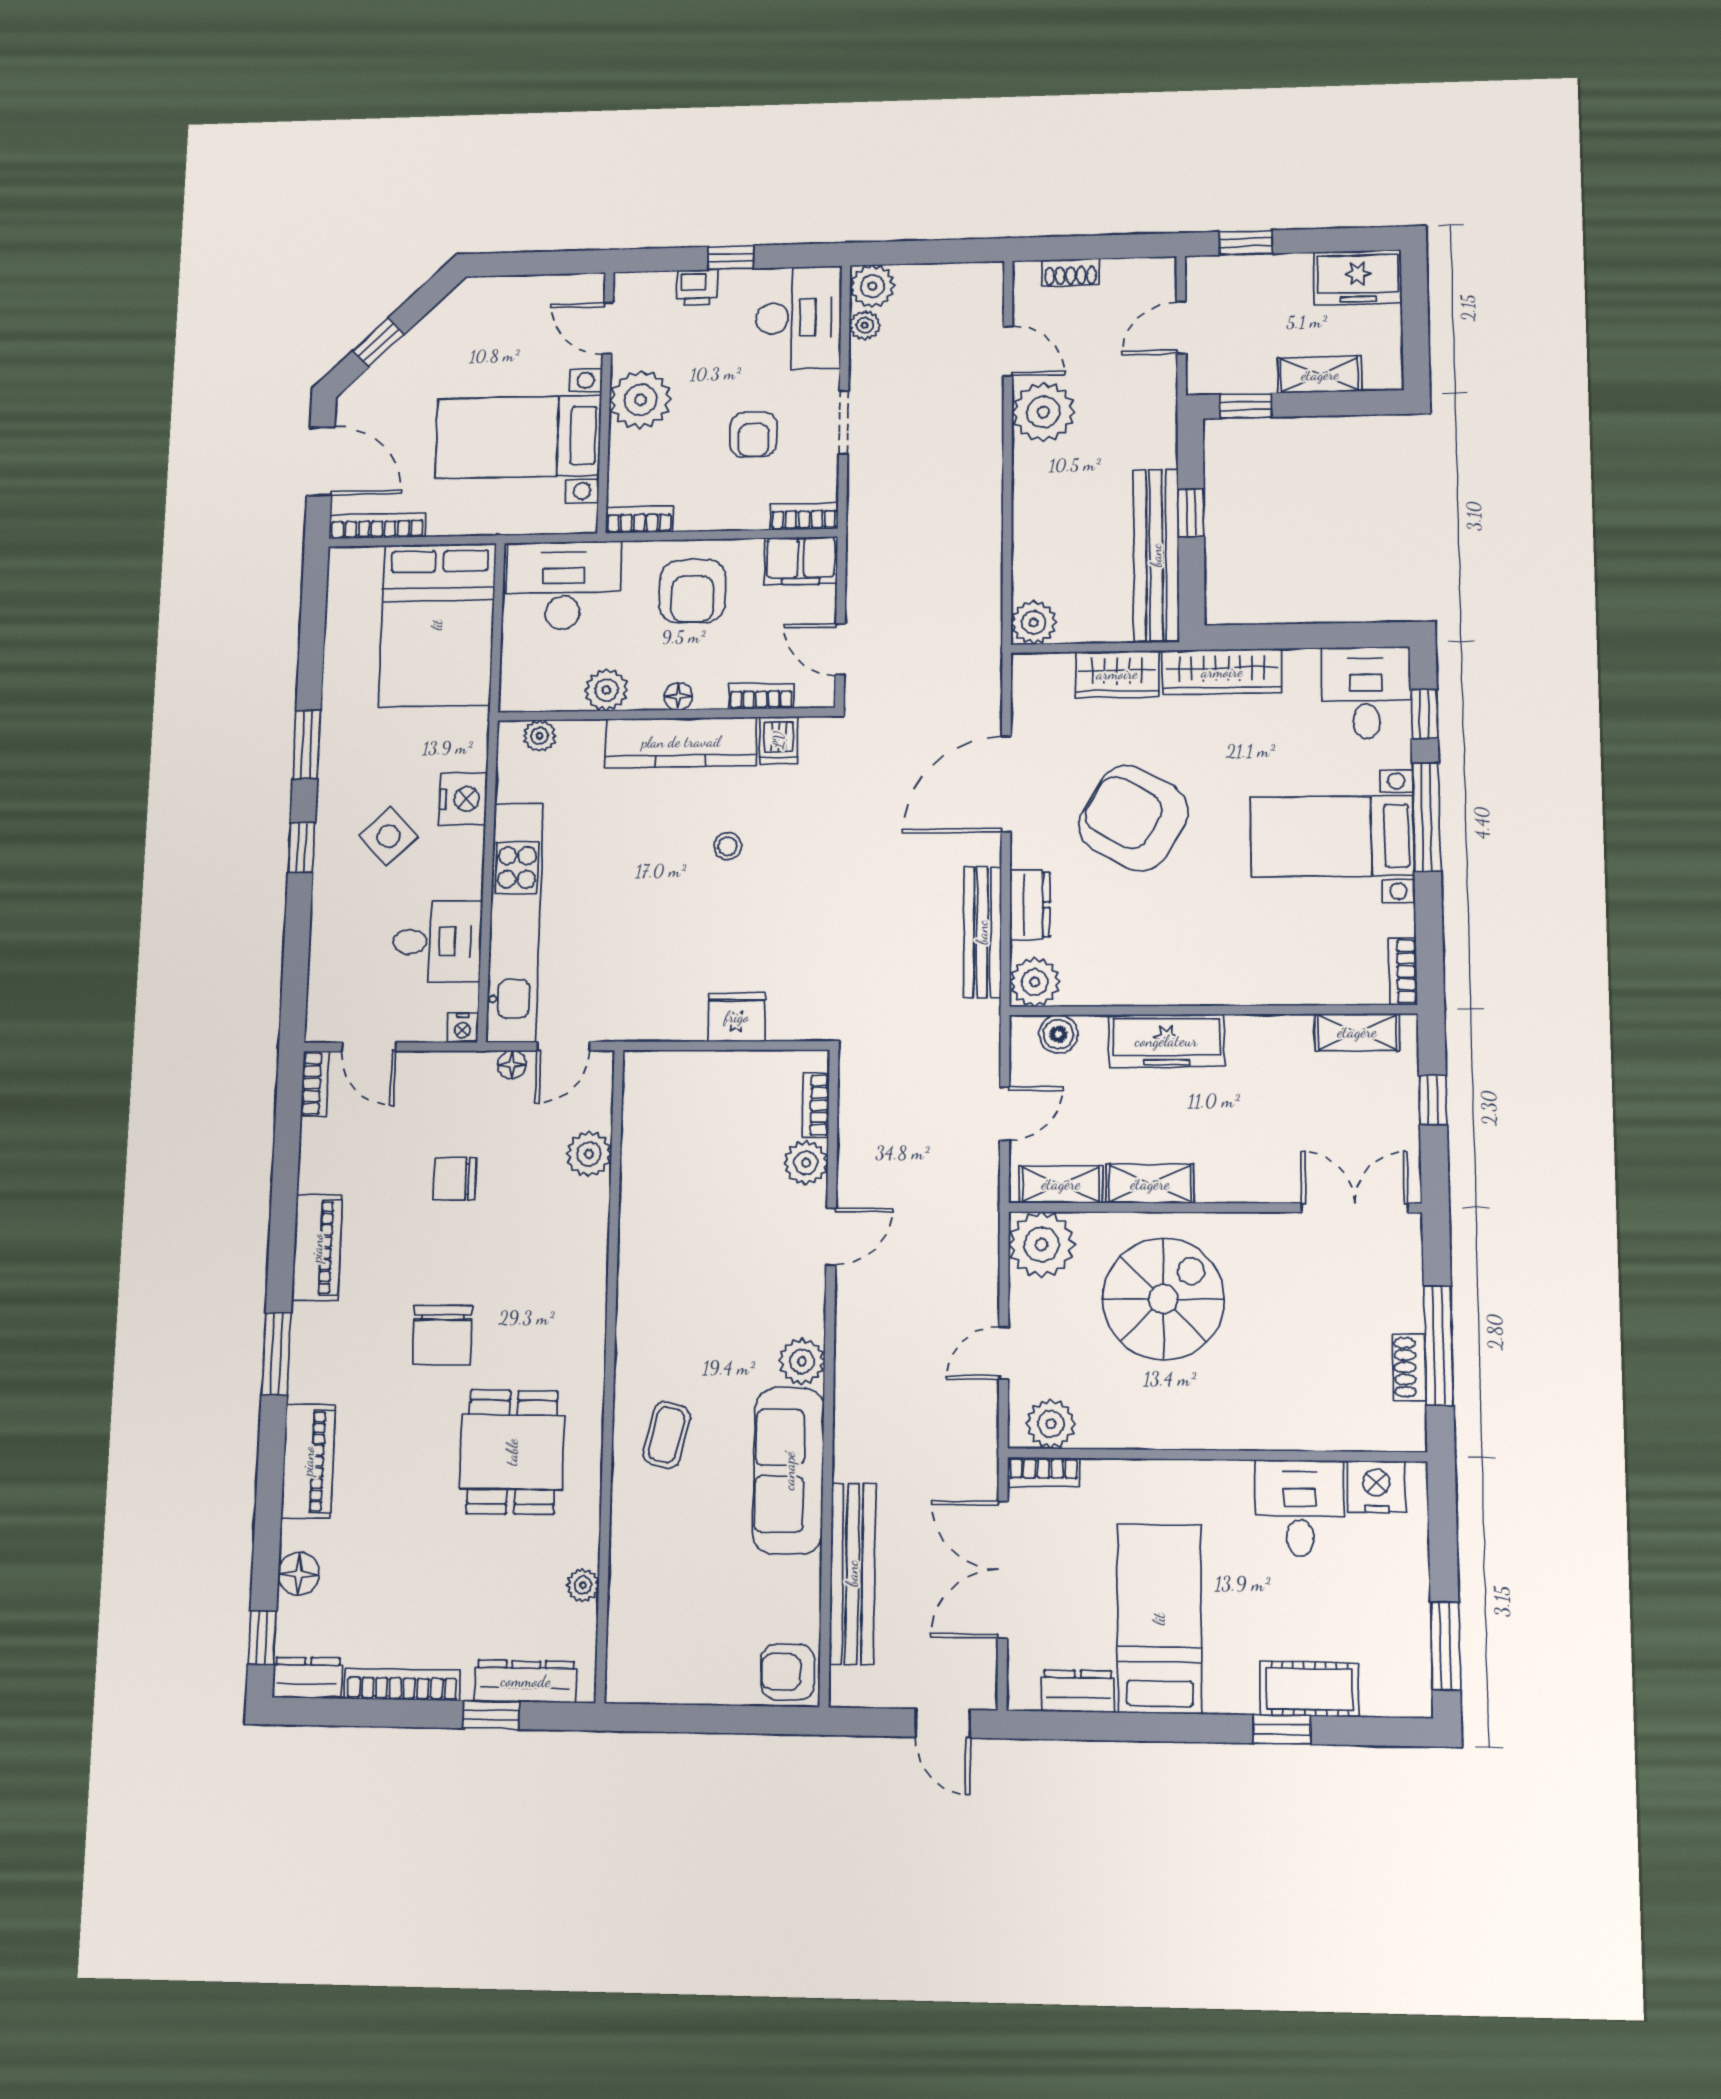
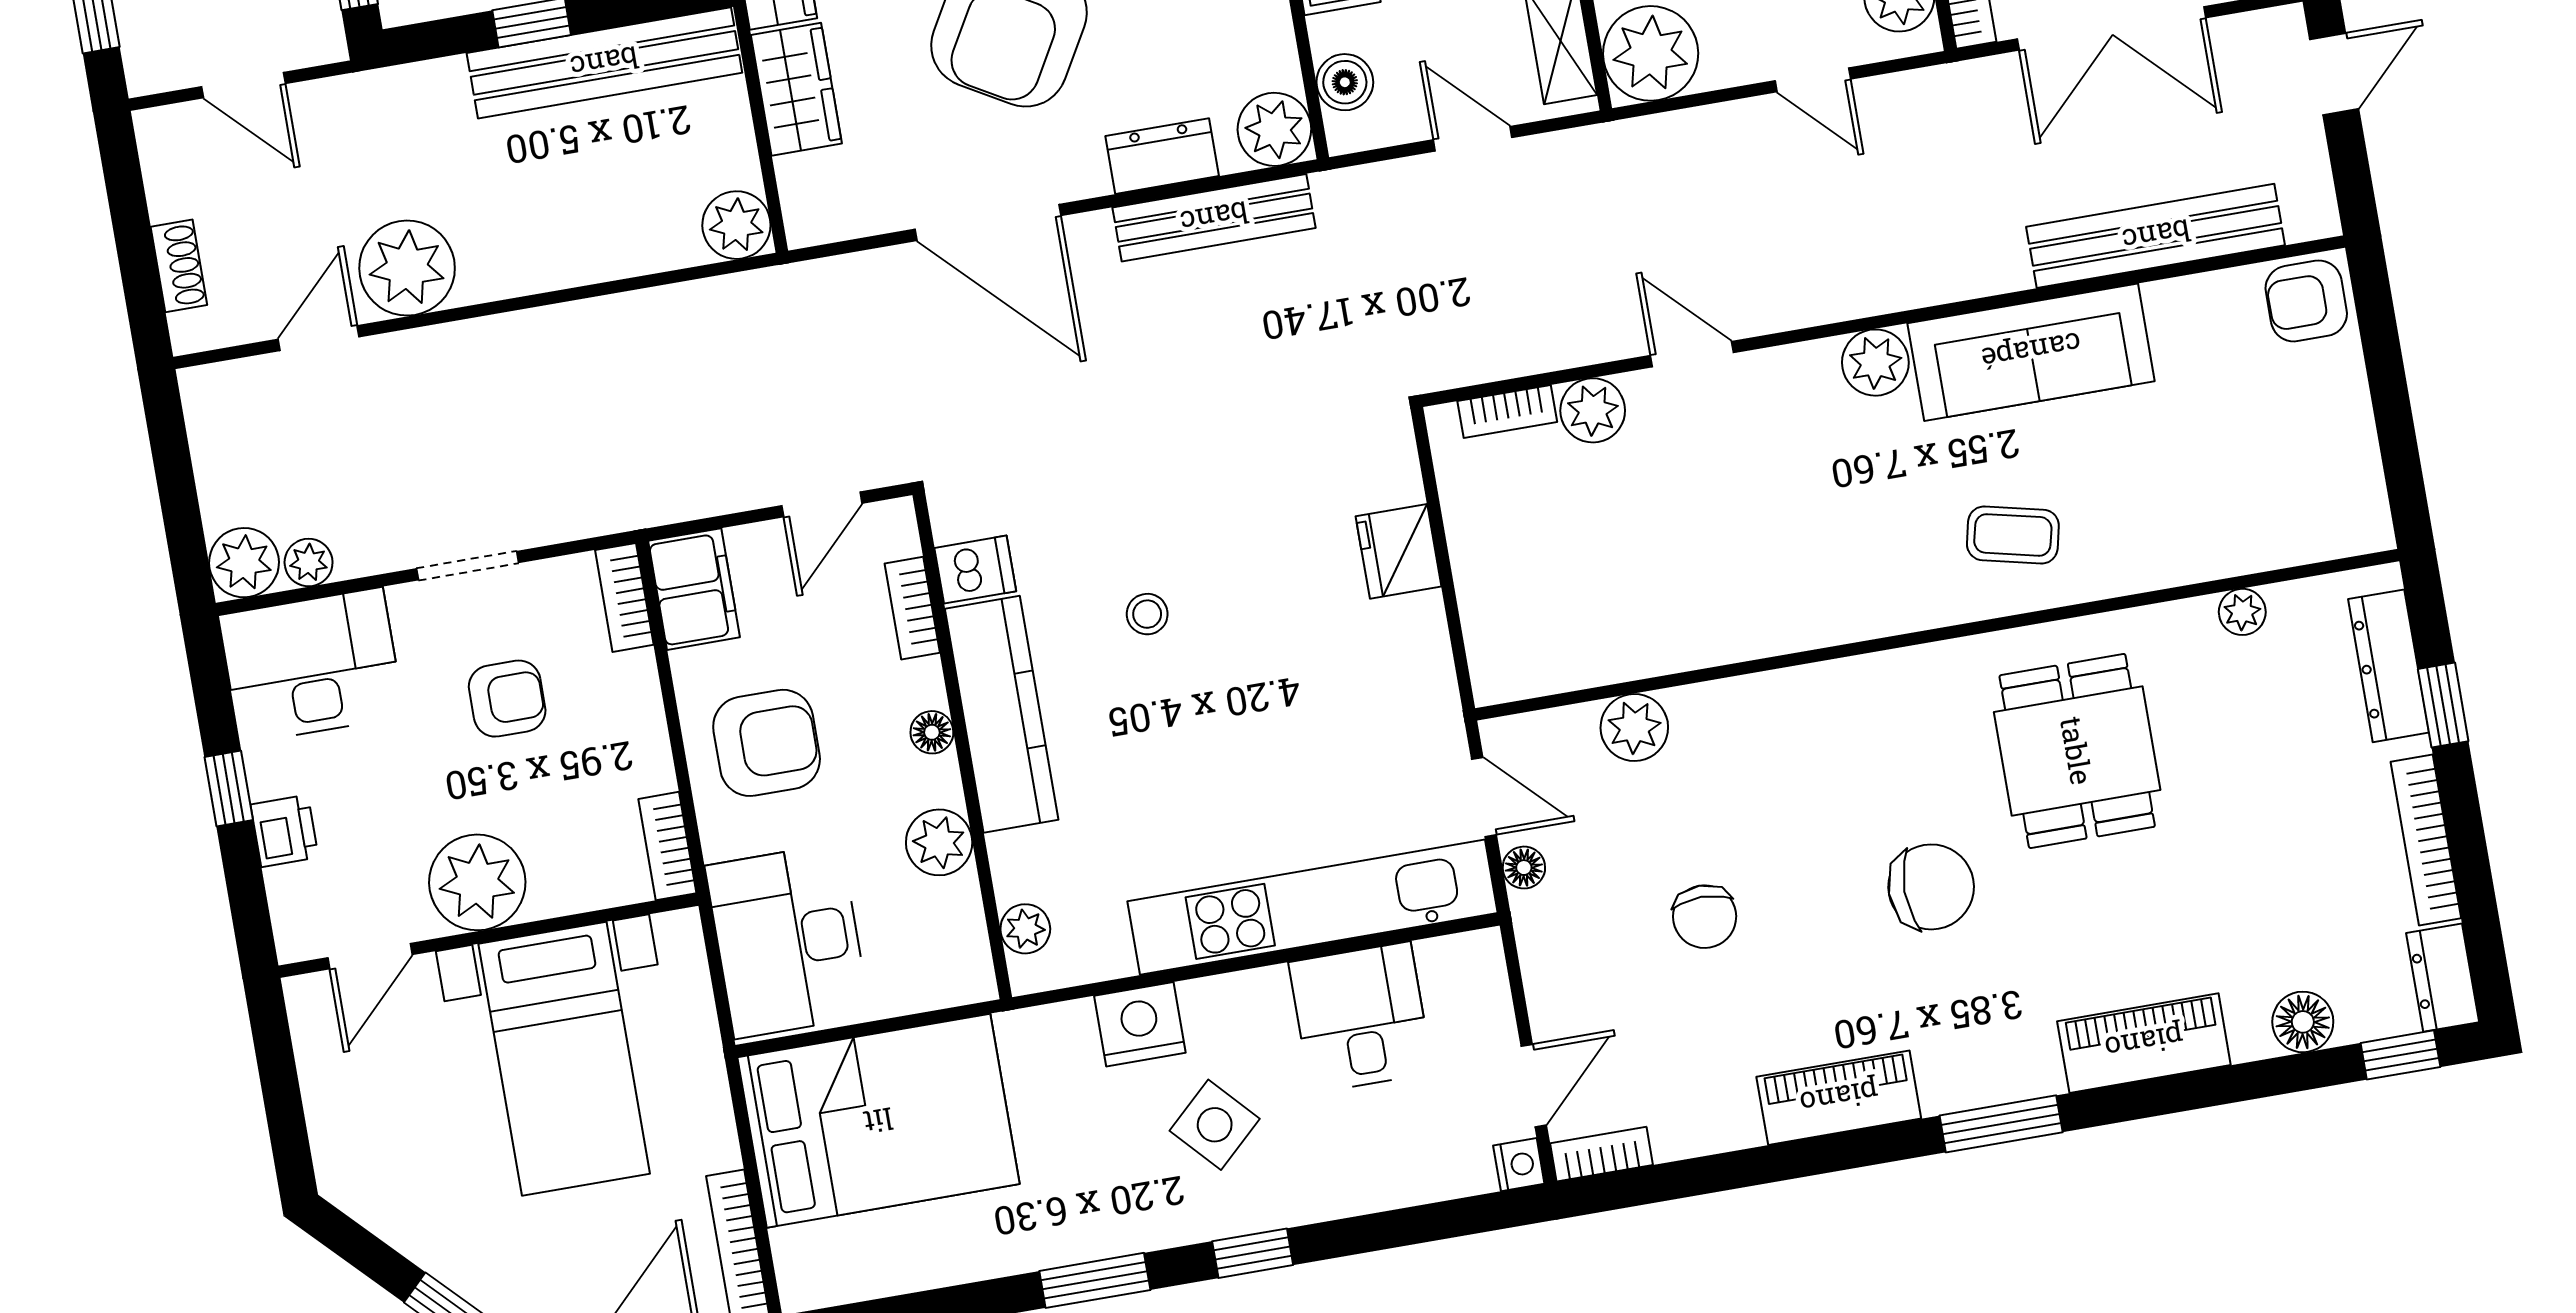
nightstand: (462, 1028) -> (1519, 1165), moved
dining table: (512, 1452) -> (2077, 751), turned 90
armchair: (788, 1672) -> (2306, 301), turned 90

